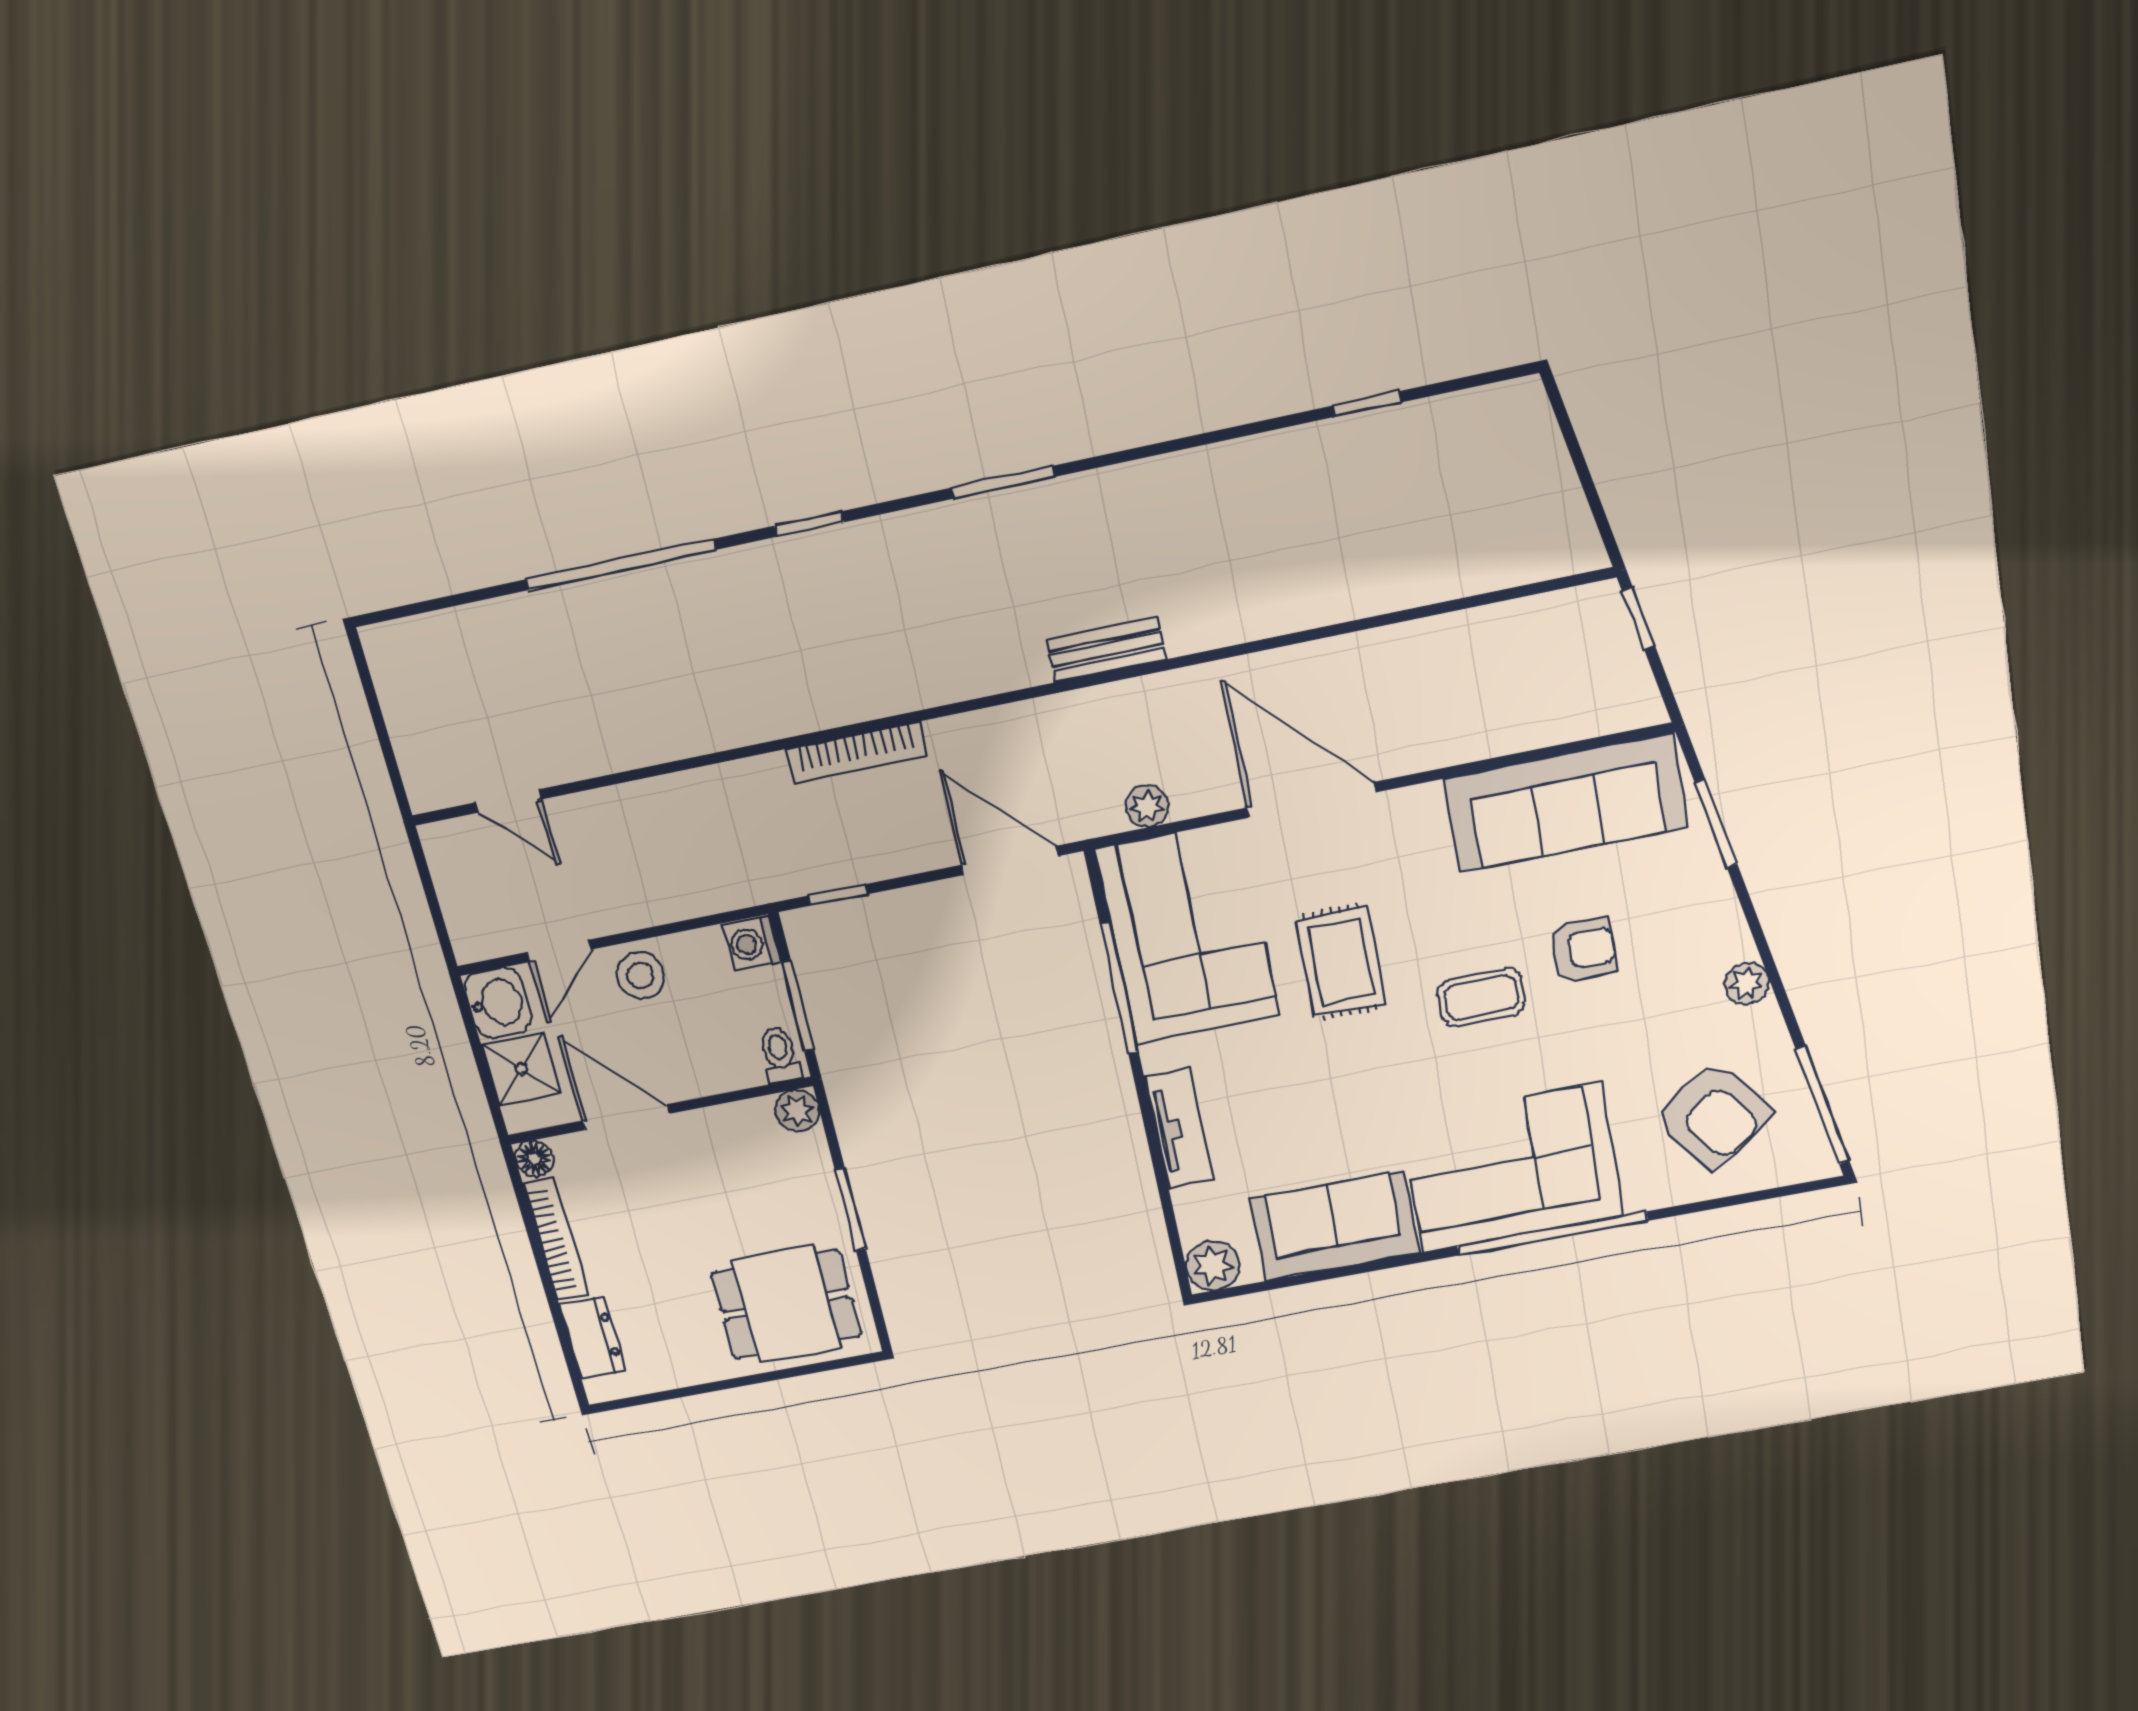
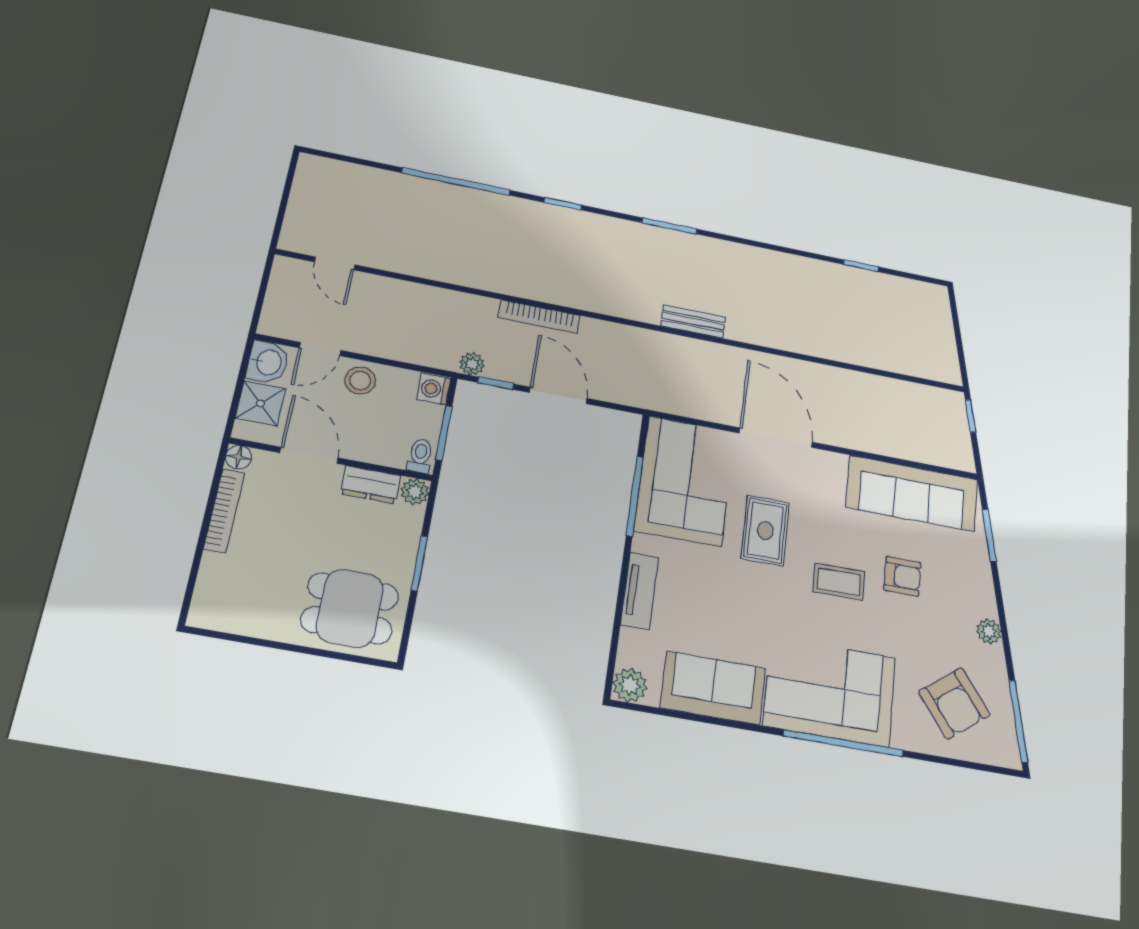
plant: (1147, 806) -> (472, 364), moved
door: (1009, 860) -> (558, 395), moved
dresser: (592, 1338) -> (371, 485), moved, turned 90

